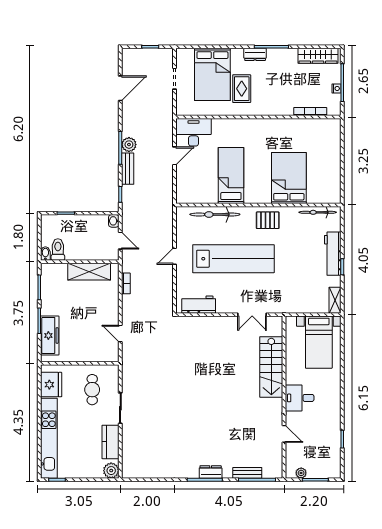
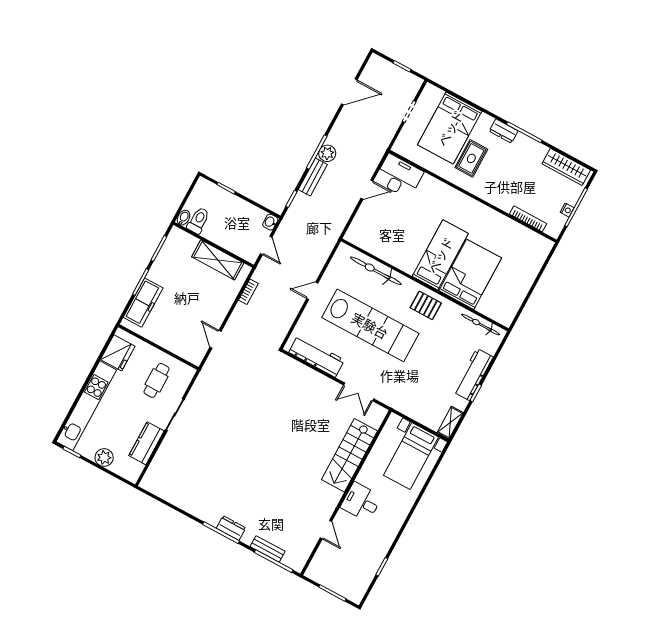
bed: (231, 176) -> (440, 255), moved
workbench: (199, 305) -> (317, 356), width x1.38
plant: (111, 471) -> (104, 458), moved
plant: (301, 473) -> (322, 578), removed

